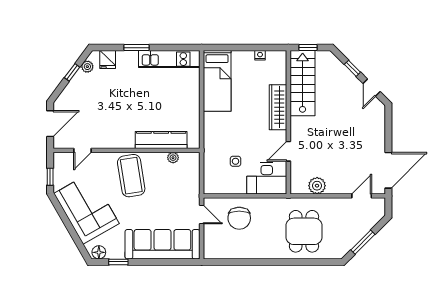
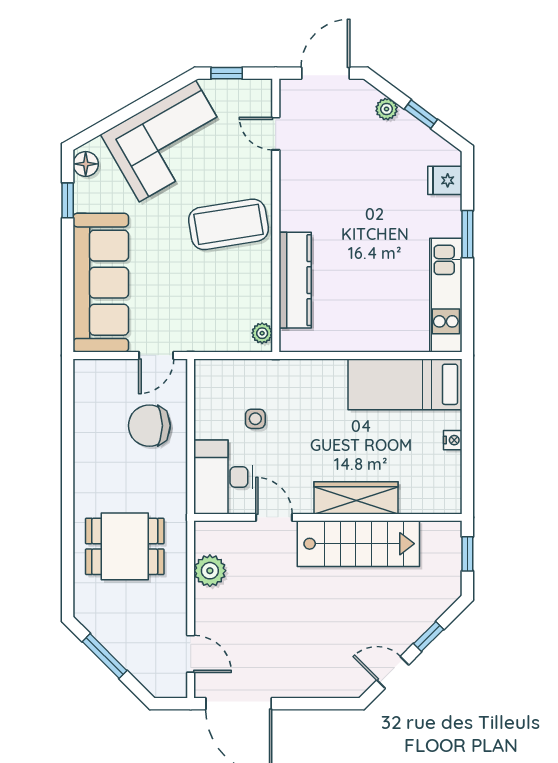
nightstand: (260, 55) -> (453, 440), moved
plant: (87, 67) -> (387, 109), moved
stairs: (303, 83) -> (358, 544), moved
door: (50, 124) -> (325, 73), swing flipped
plant: (173, 158) -> (262, 333), moved

